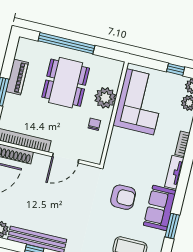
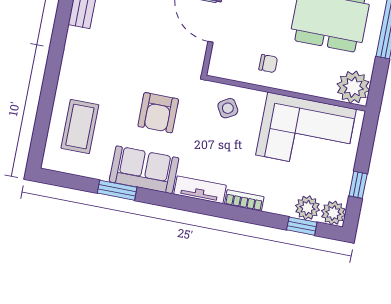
plant: (105, 98) -> (353, 87), moved
side table: (122, 152) -> (228, 108), added

